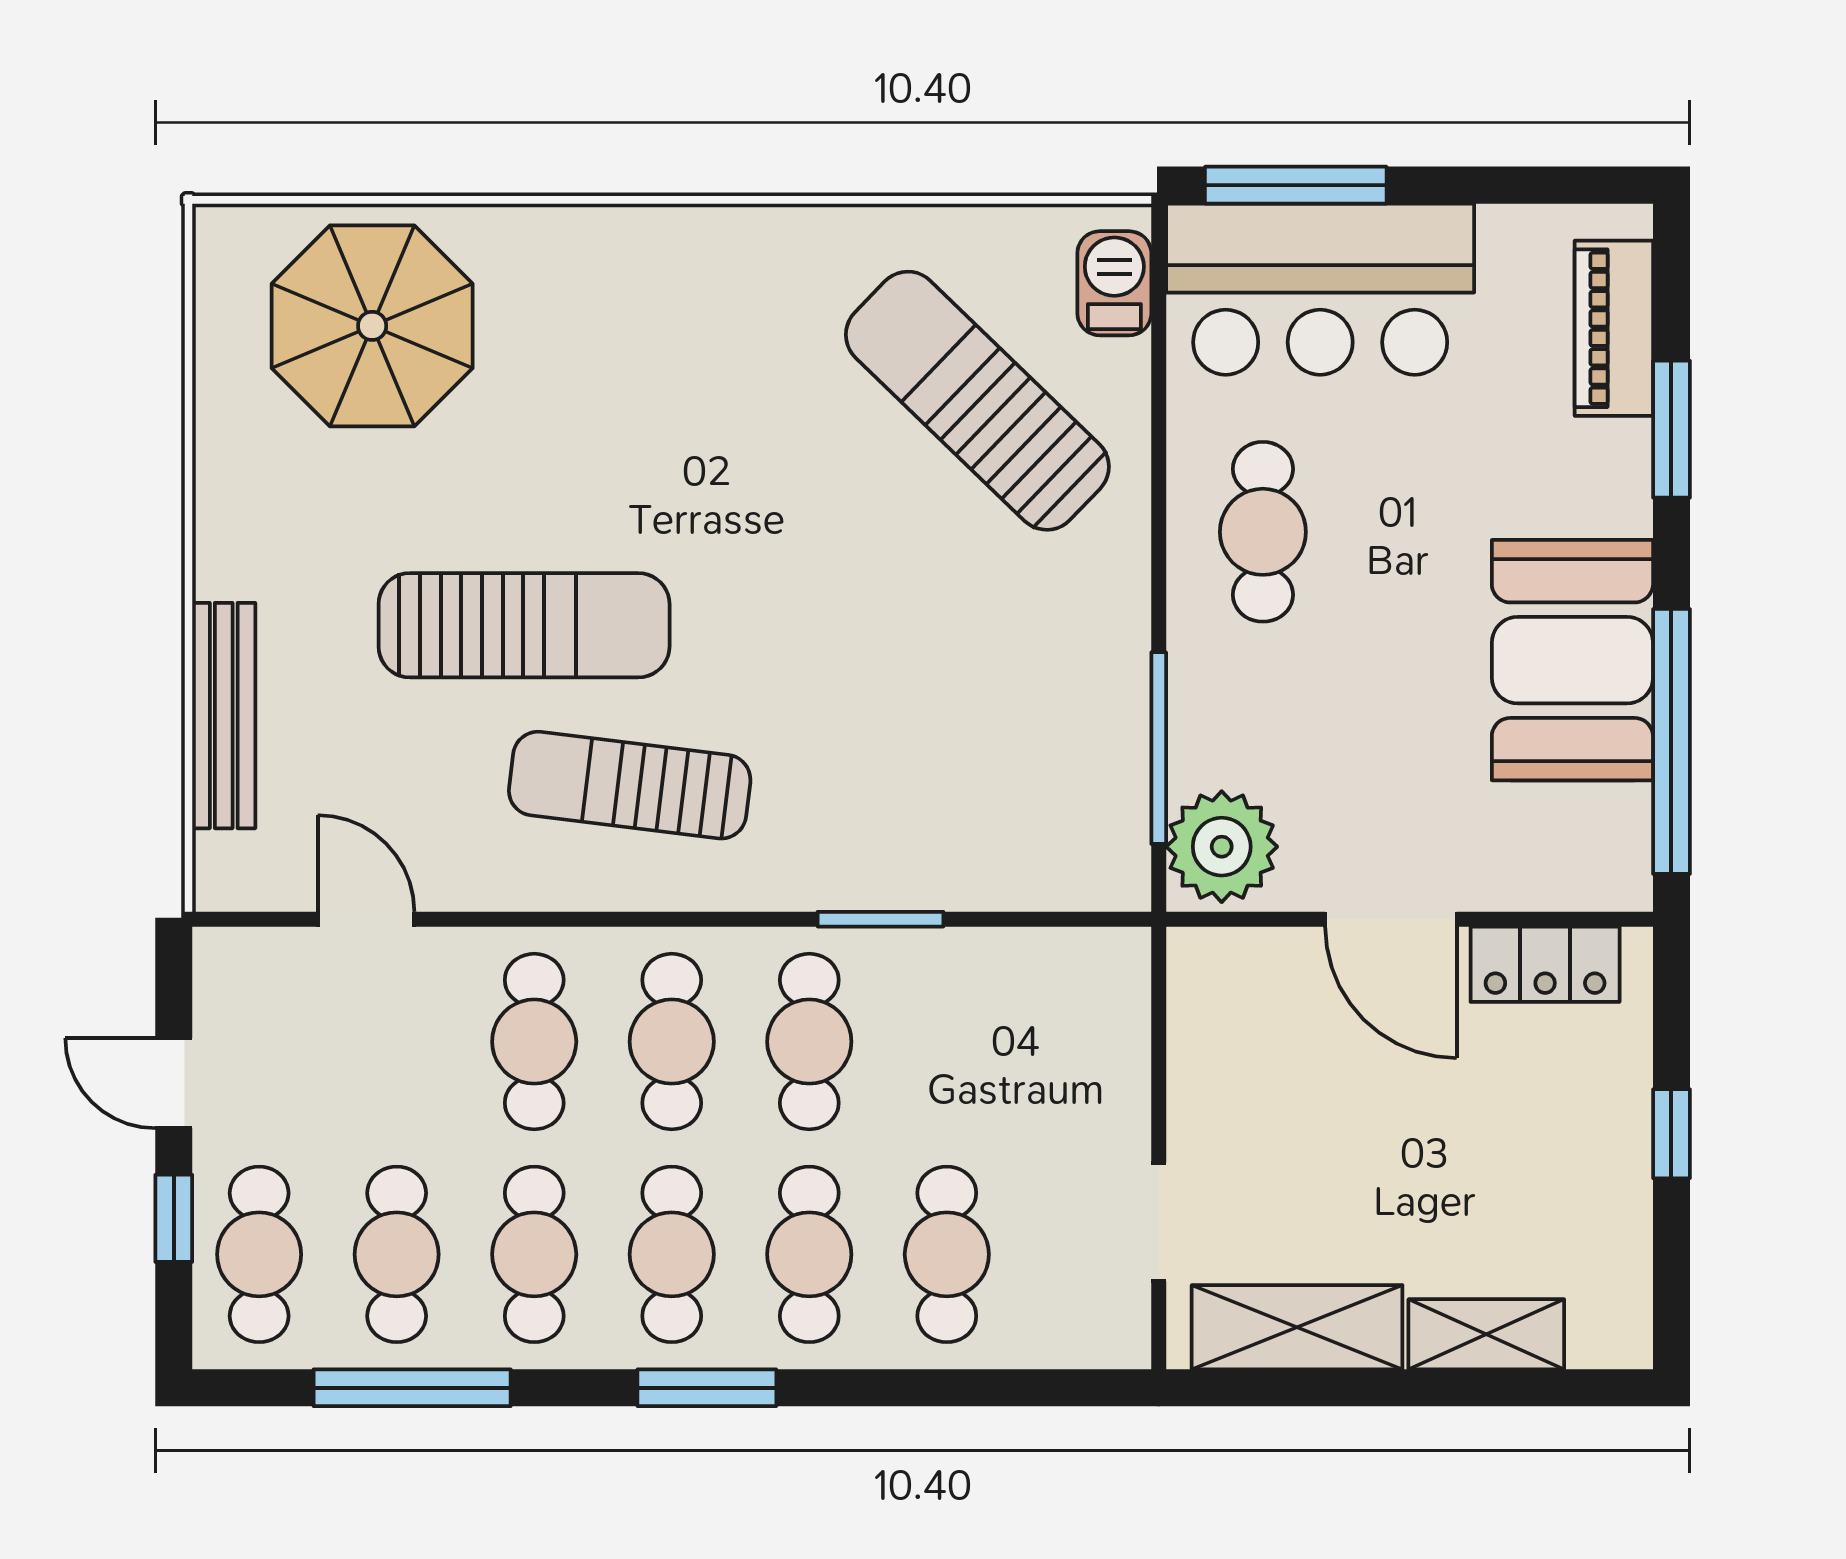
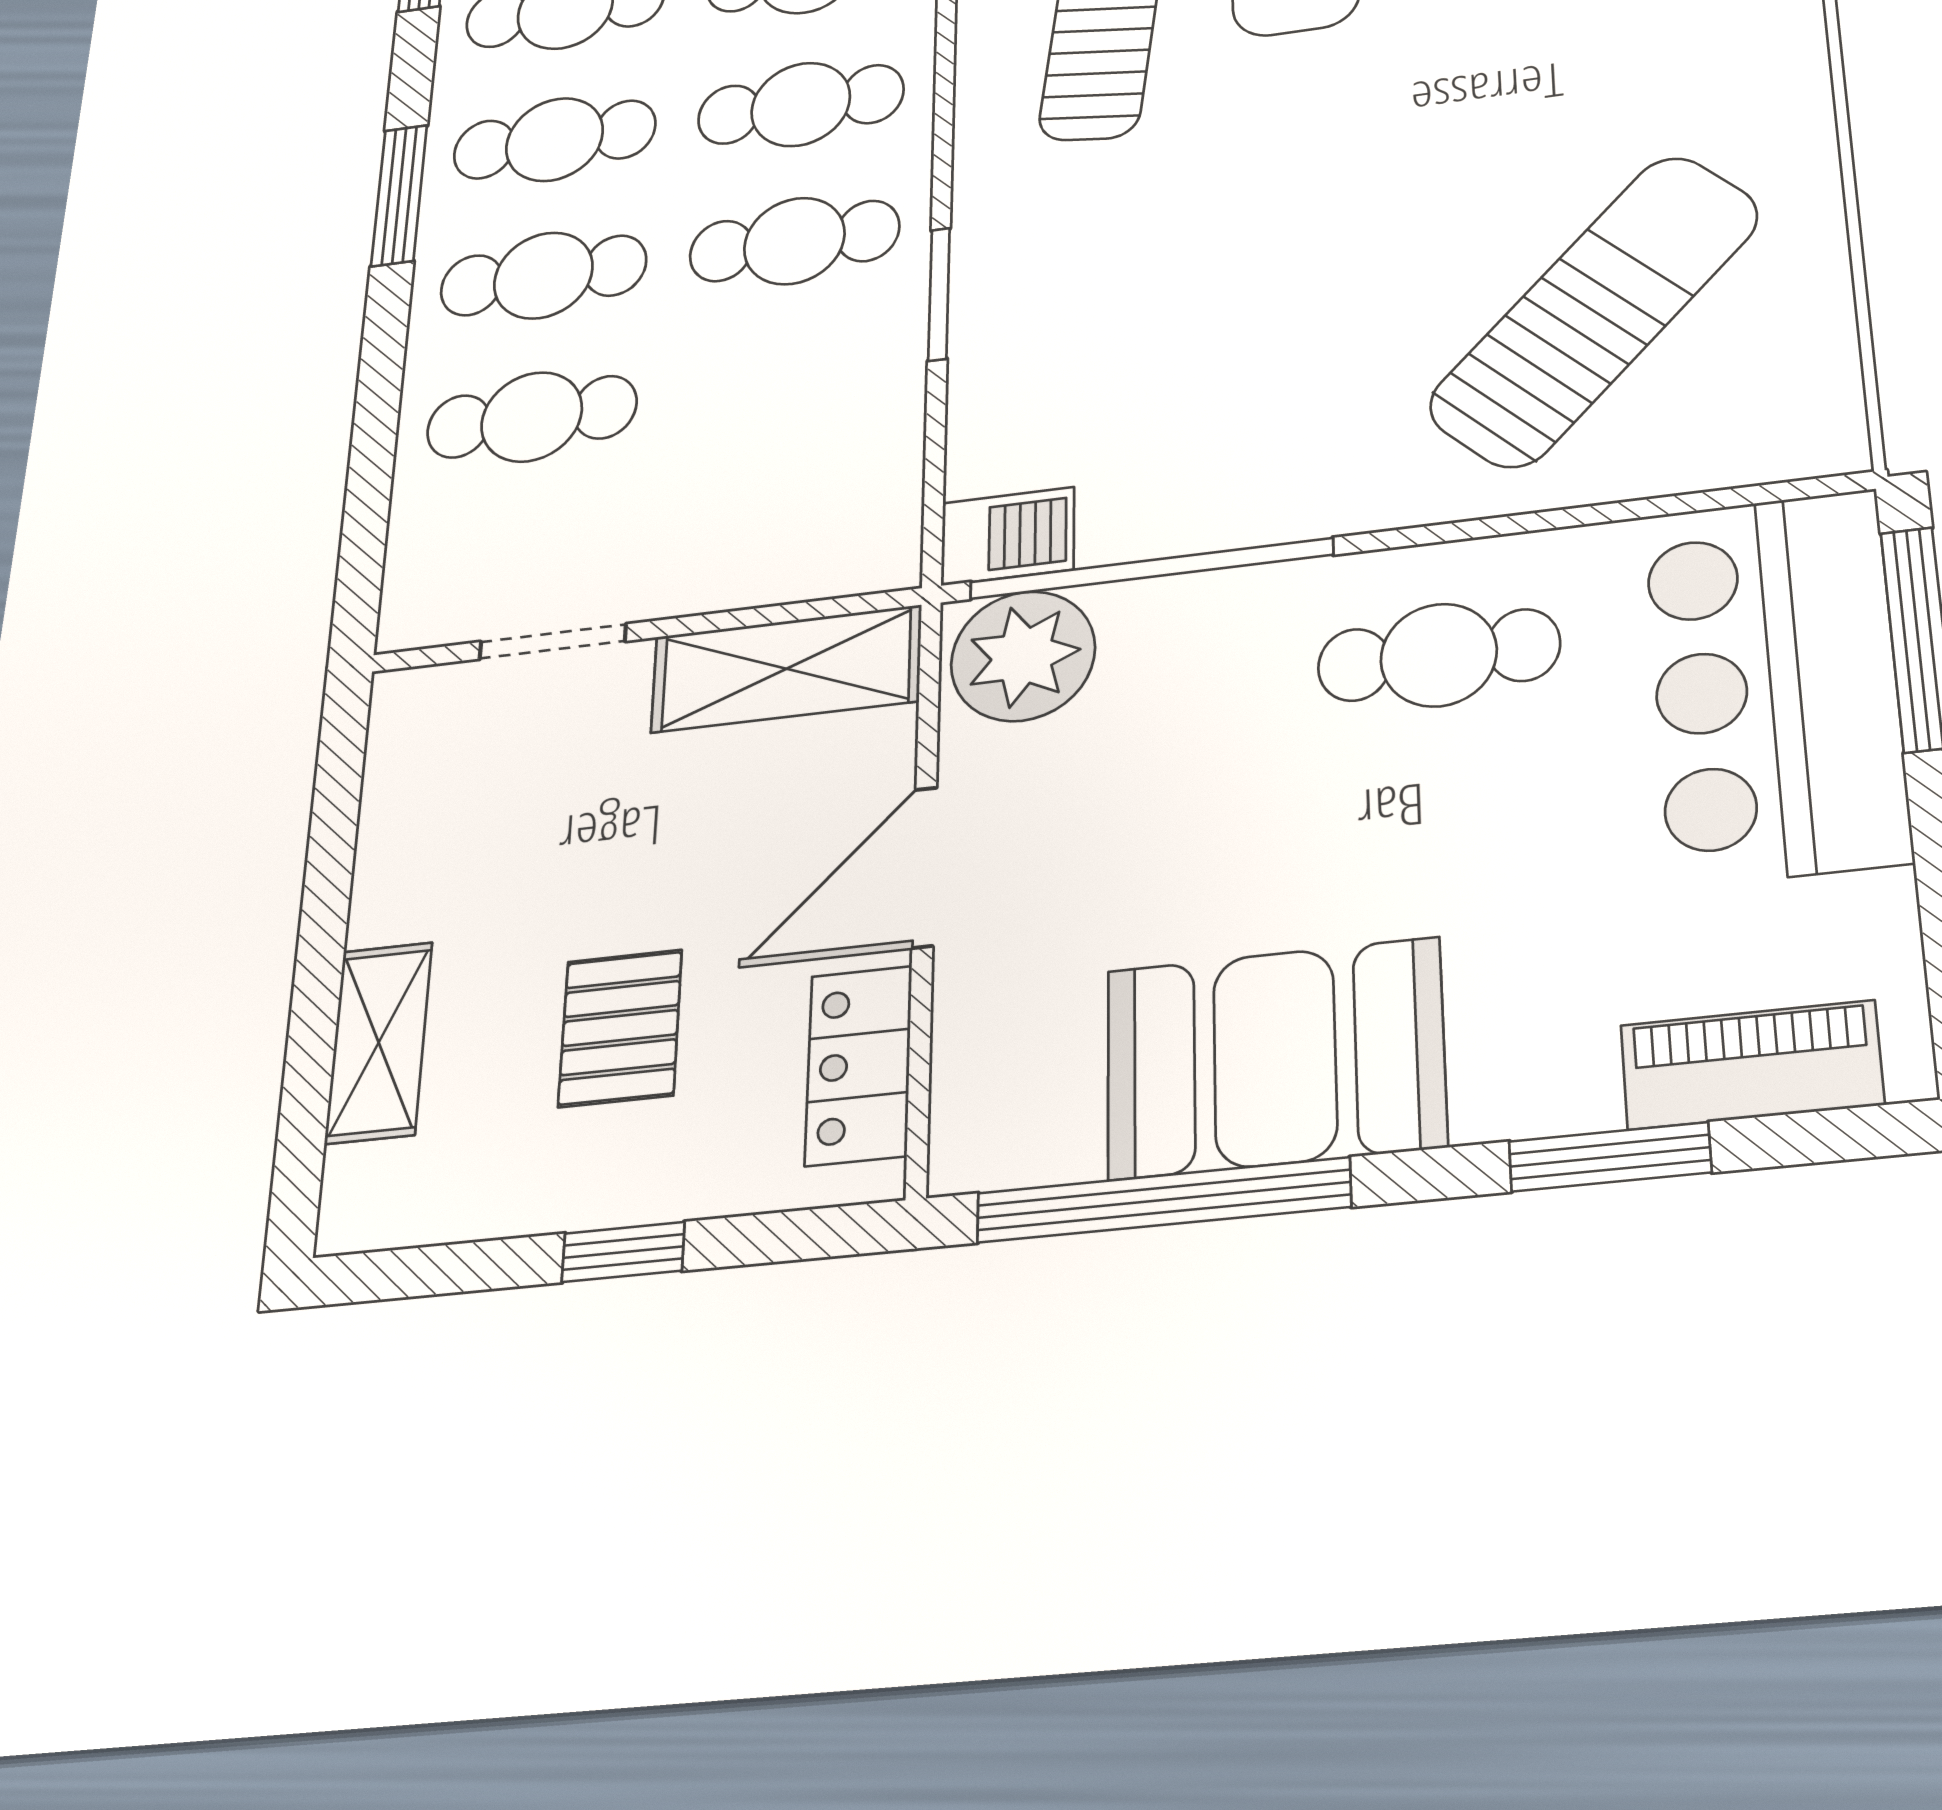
barbecue: (1114, 283) -> (1008, 536), moved
window: (1159, 748) -> (1151, 569), width x1.46
pallet: (1495, 1147) -> (620, 1028), added
shelving: (1297, 1327) -> (786, 669), moved, turned 90

